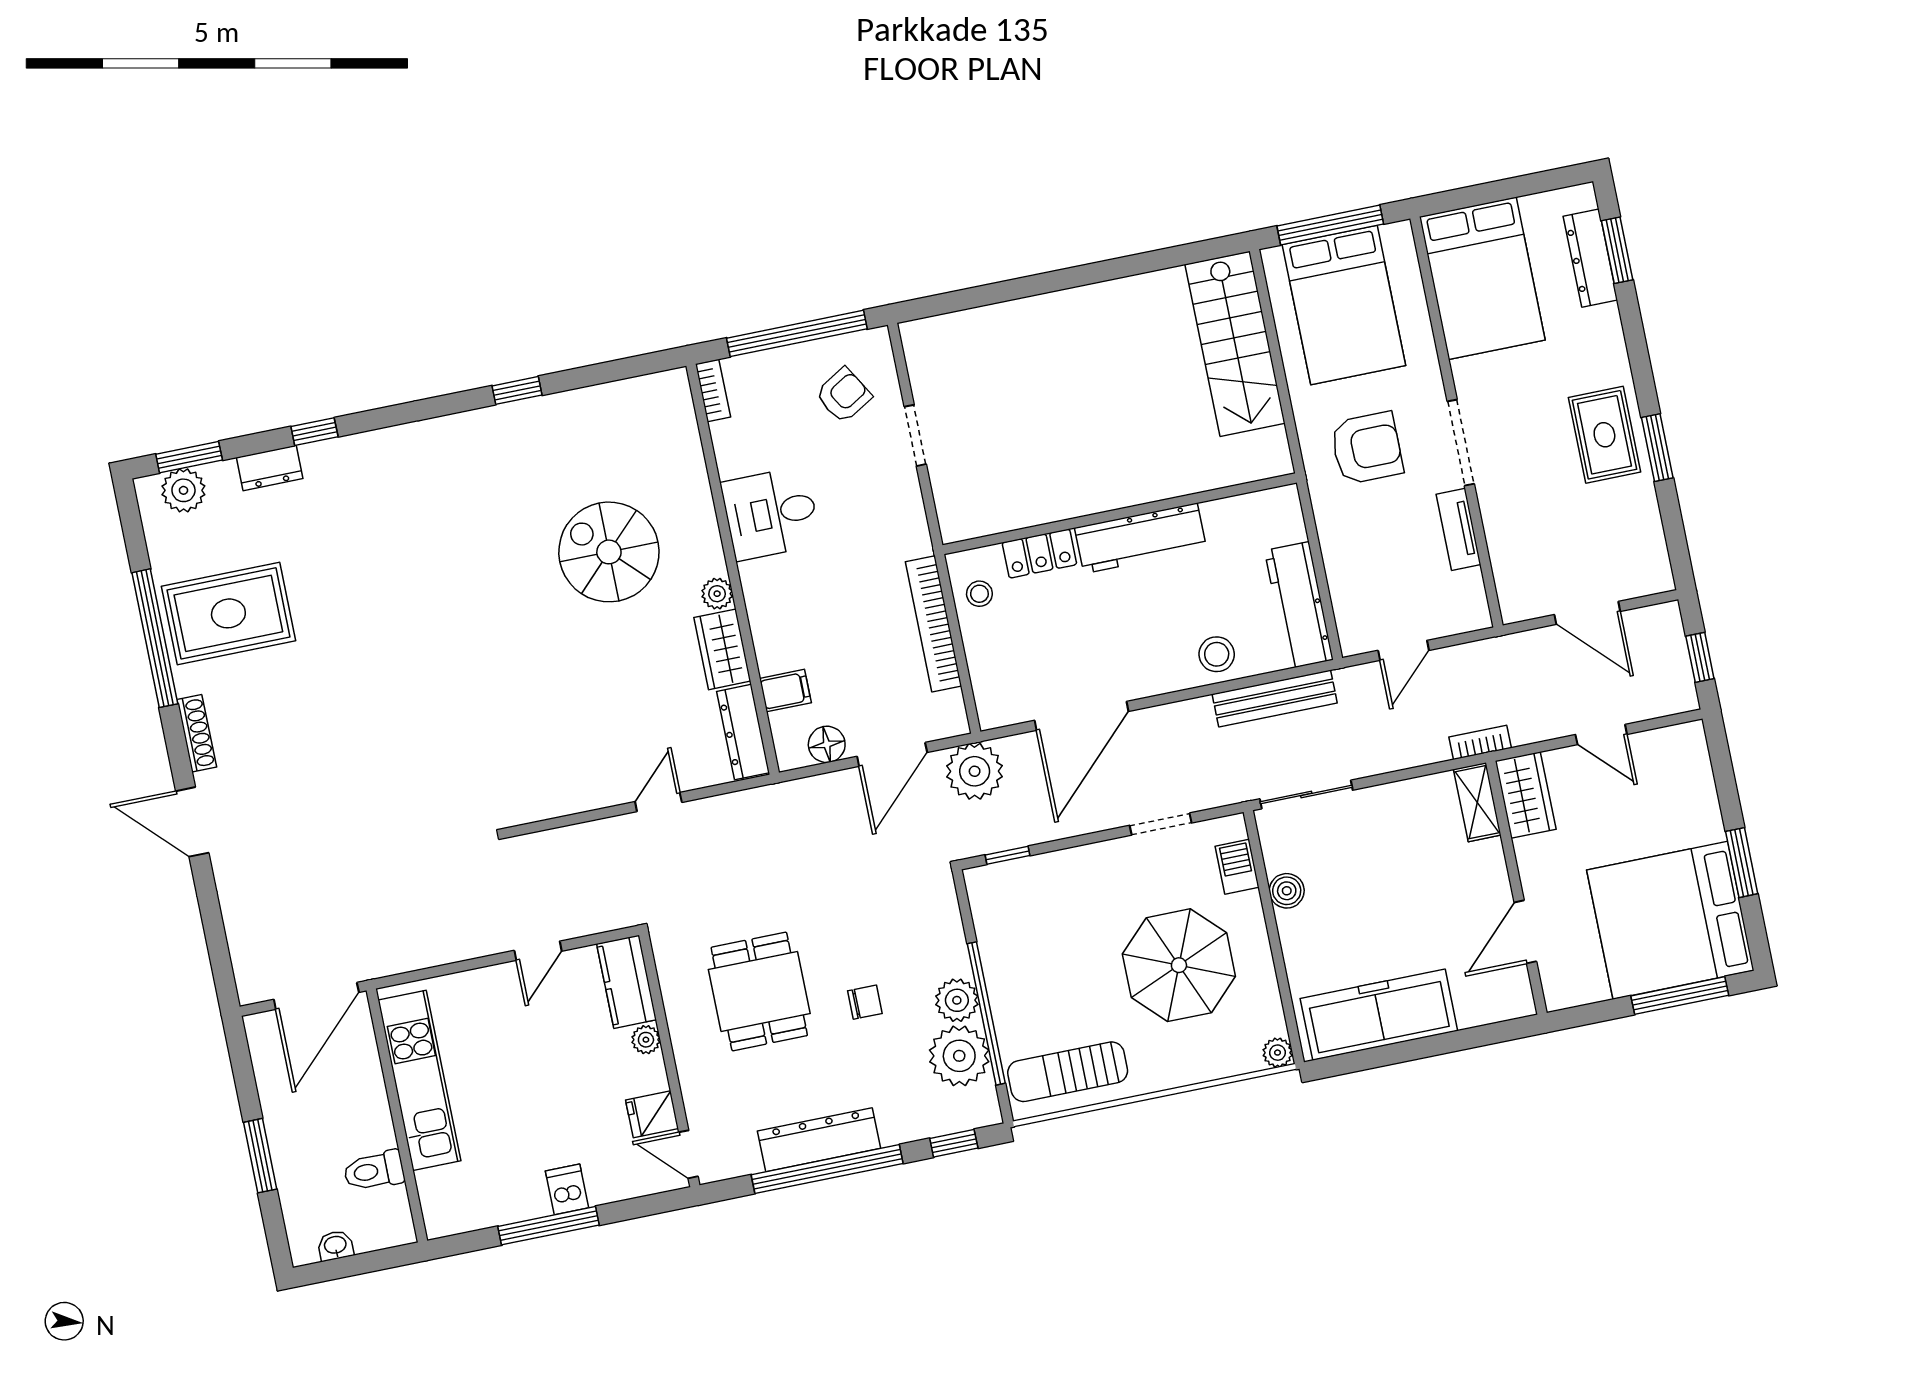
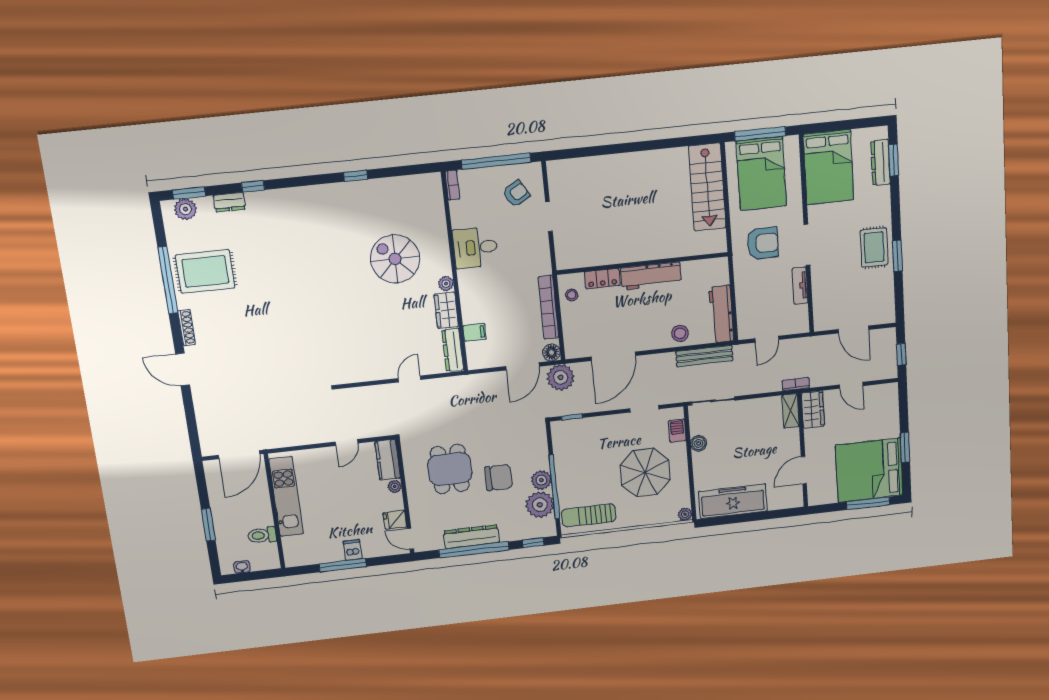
floor lamp: (827, 744) -> (551, 352), moved
chair: (865, 1002) -> (499, 478), width x1.87, depth x1.87

